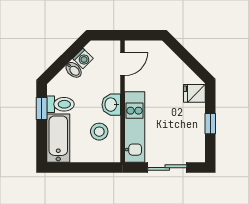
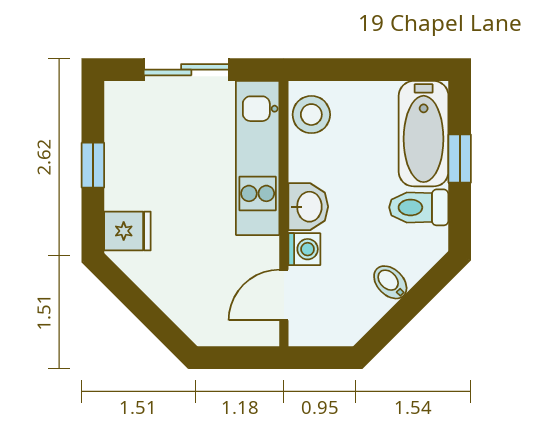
washing machine: (83, 58) -> (304, 249), moved, turned 135
window: (42, 109) -> (460, 159), moved
stool: (99, 132) -> (311, 115), moved

